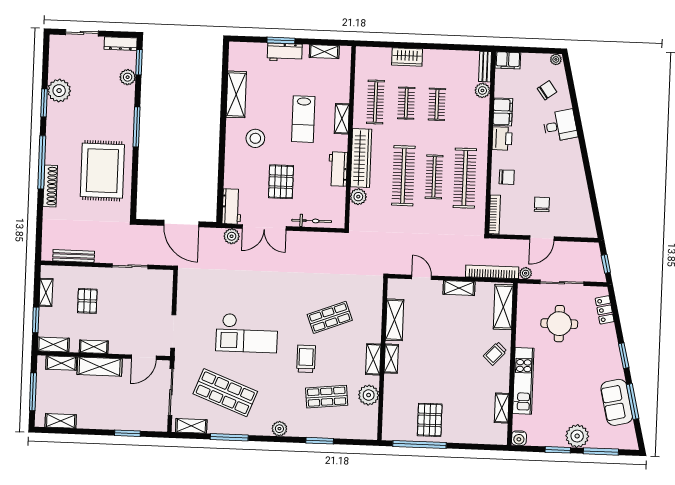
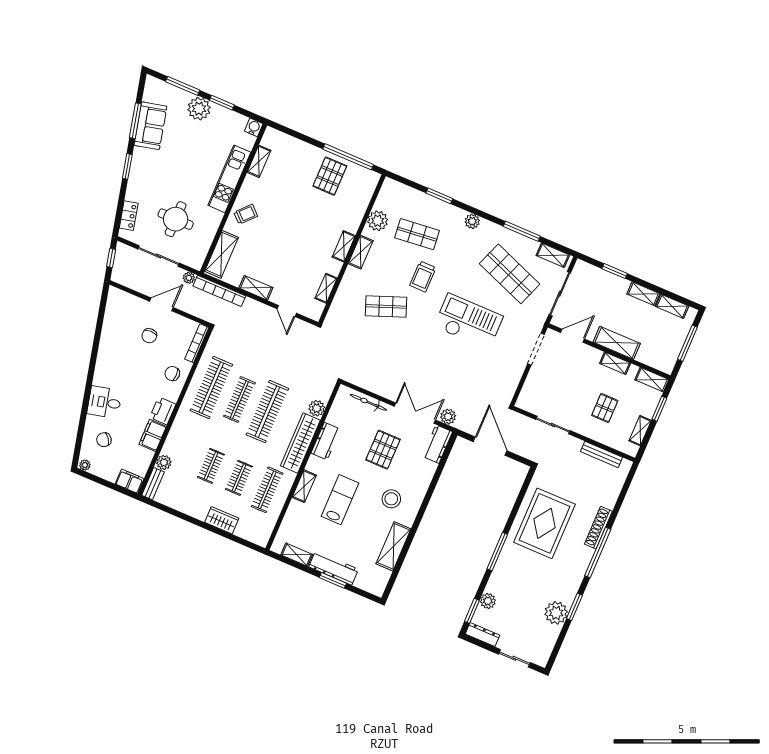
workbench: (285, 52) -> (334, 568), width x1.37
shelving: (395, 320) -> (326, 288), width x0.67, depth x0.75
shelving: (61, 363) -> (643, 294), moved

